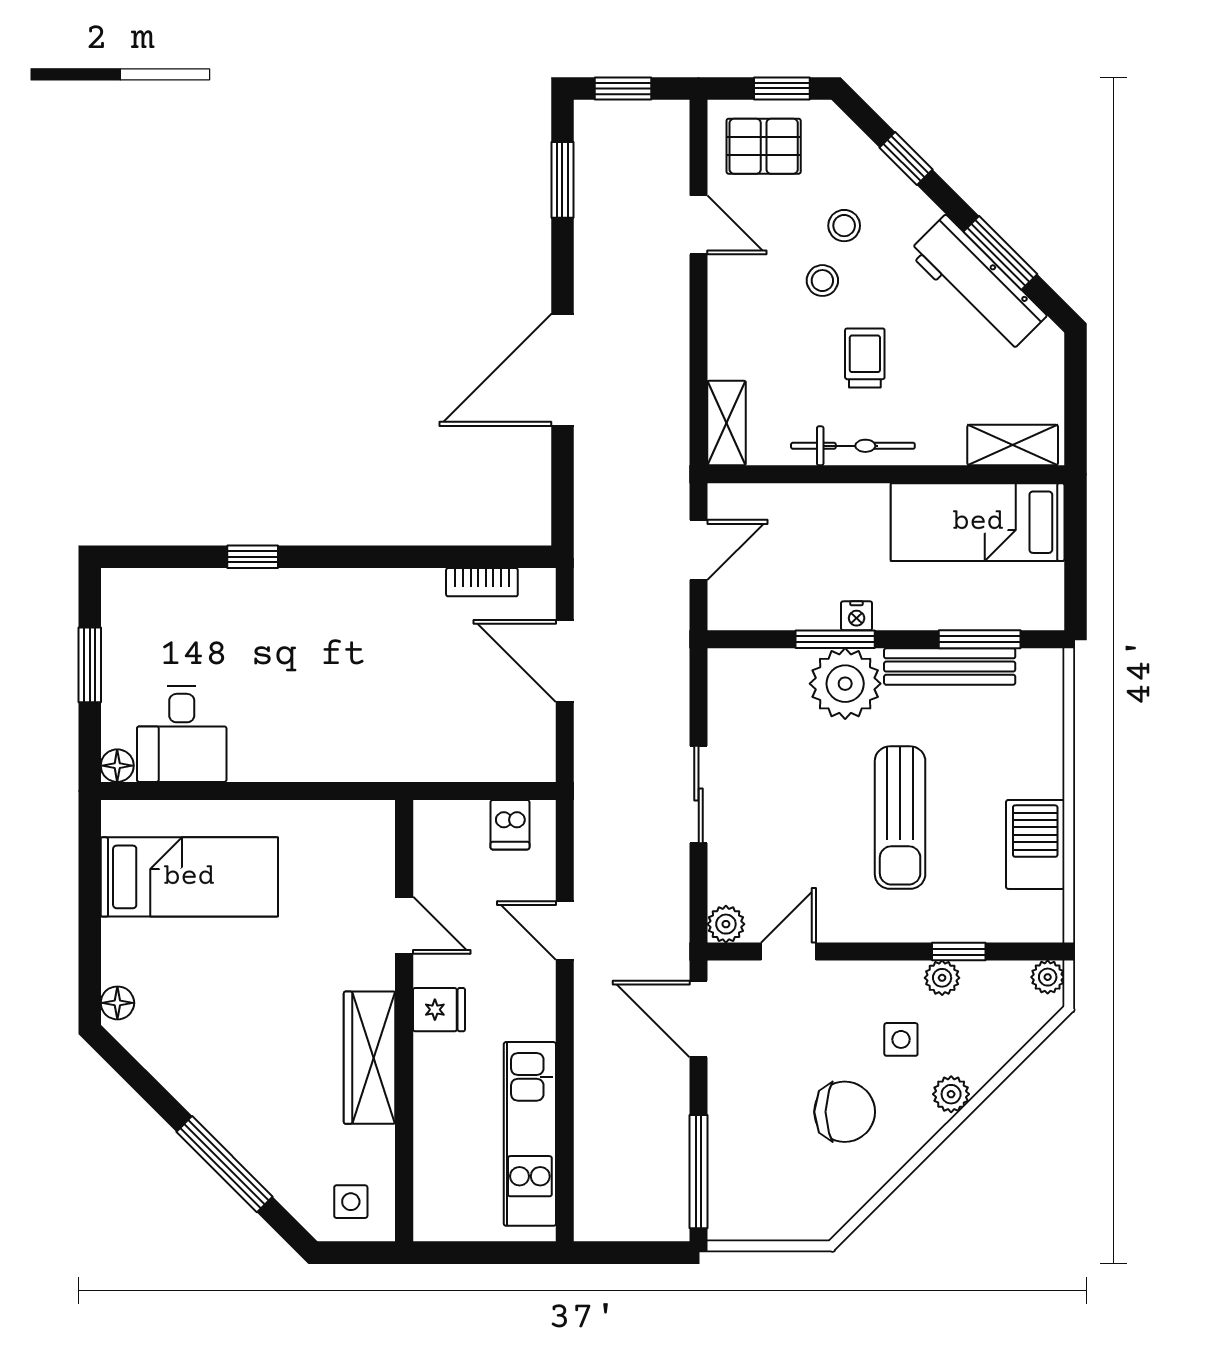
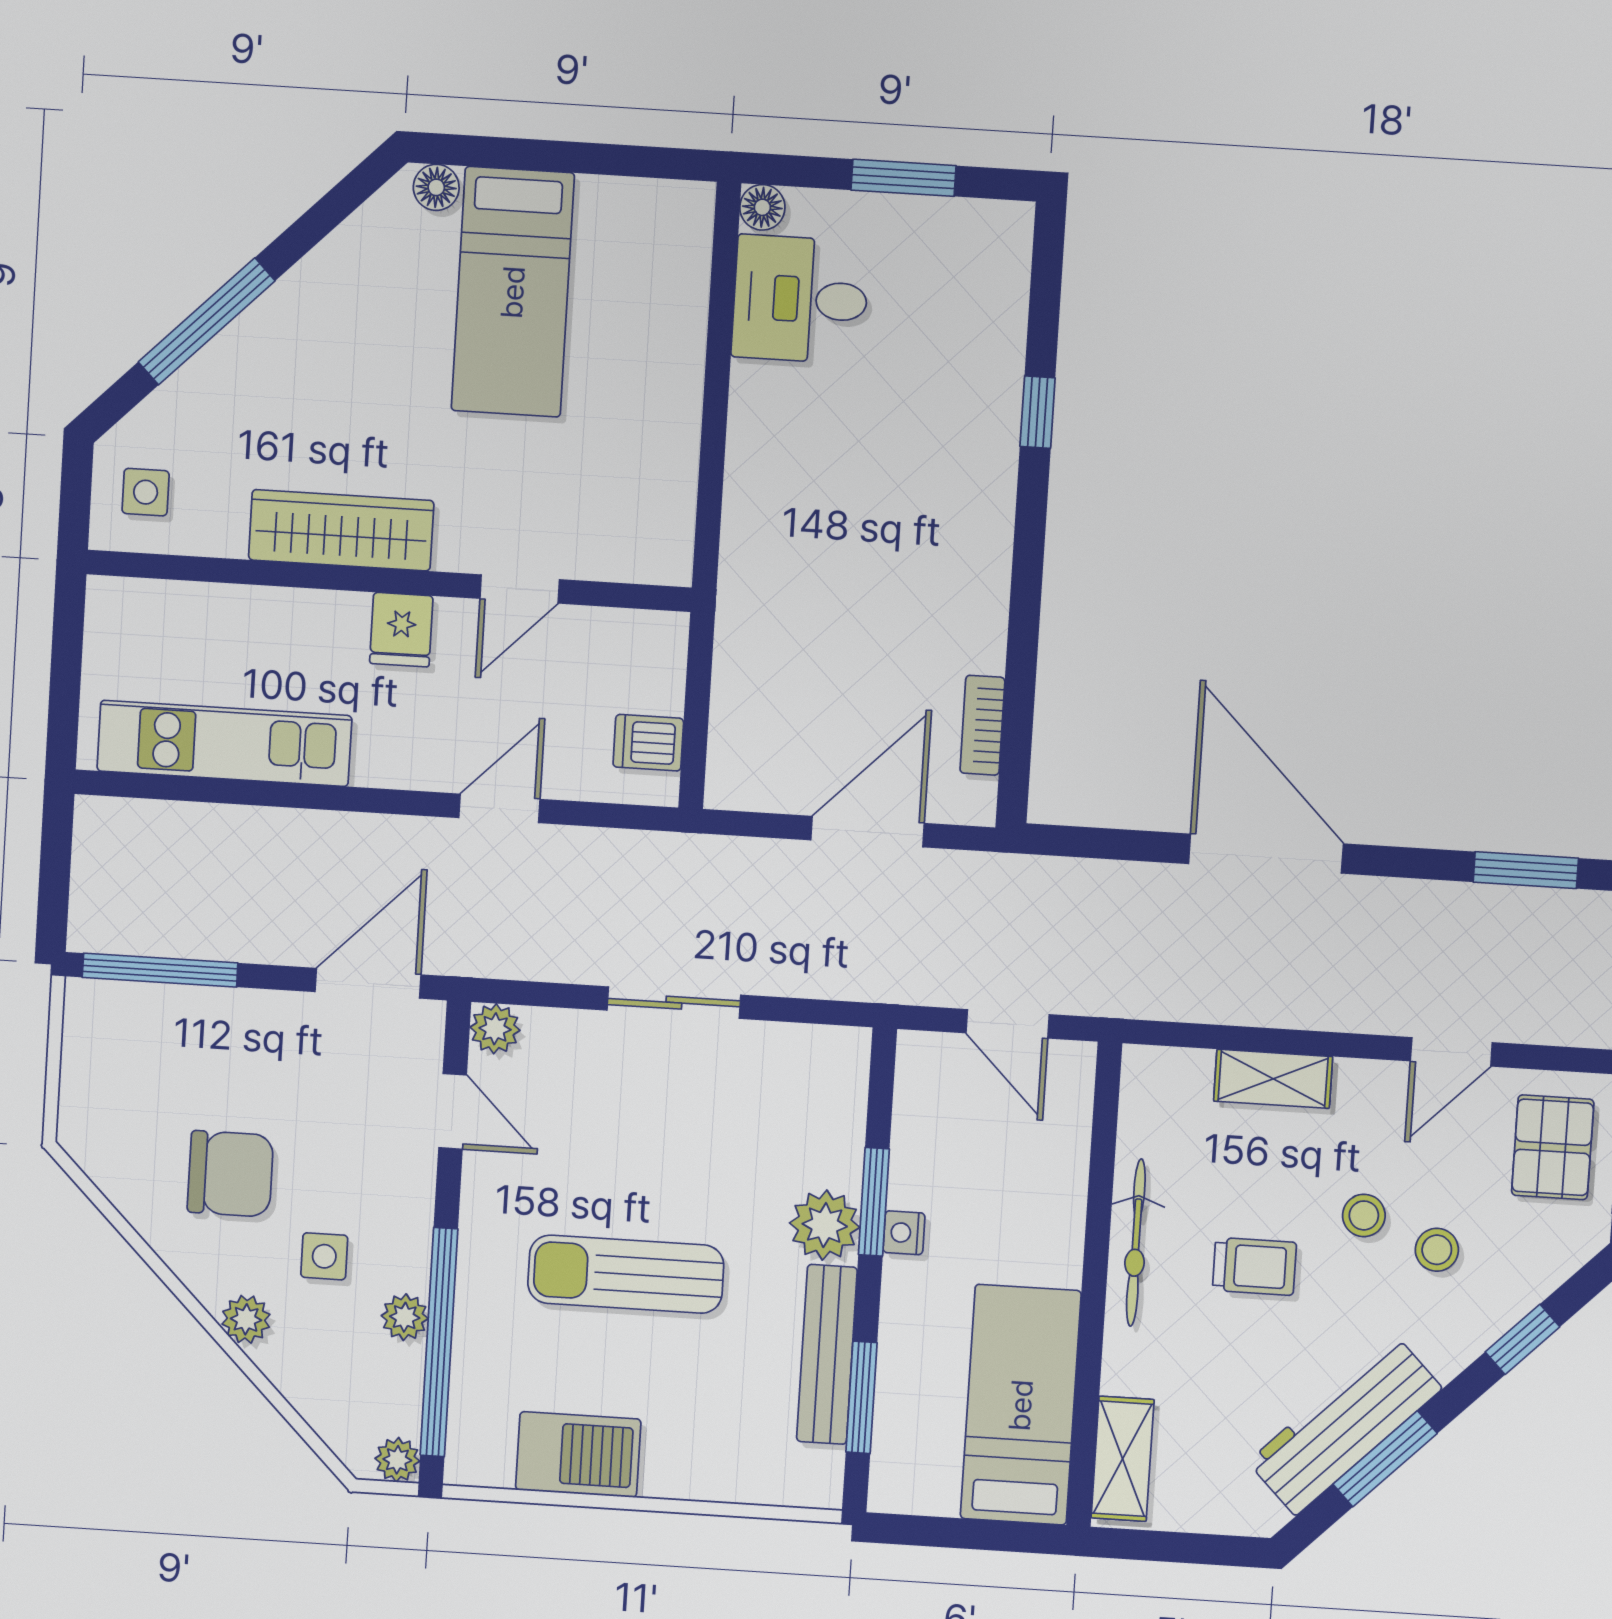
shelving: (727, 423) -> (1273, 1079), moved
plant: (845, 684) -> (825, 1225), width x0.73, depth x0.73
bed: (189, 877) -> (513, 292), moved
window: (959, 952) -> (439, 1342), width x3.17
chair: (845, 1112) -> (230, 1174), turned -90

